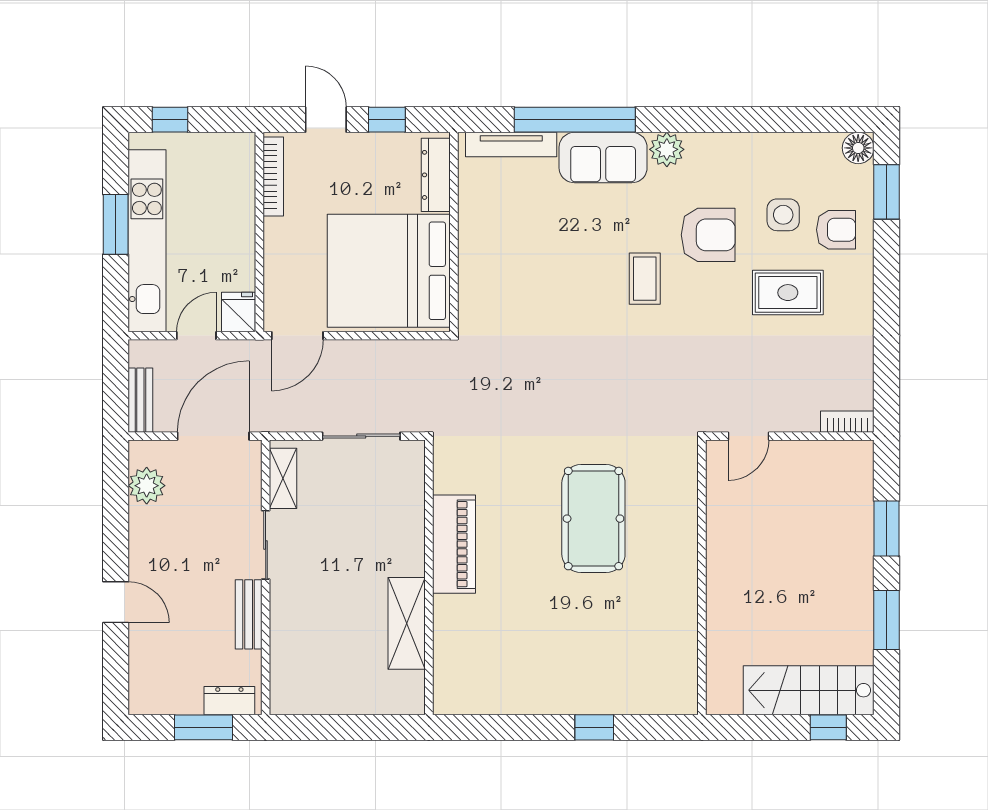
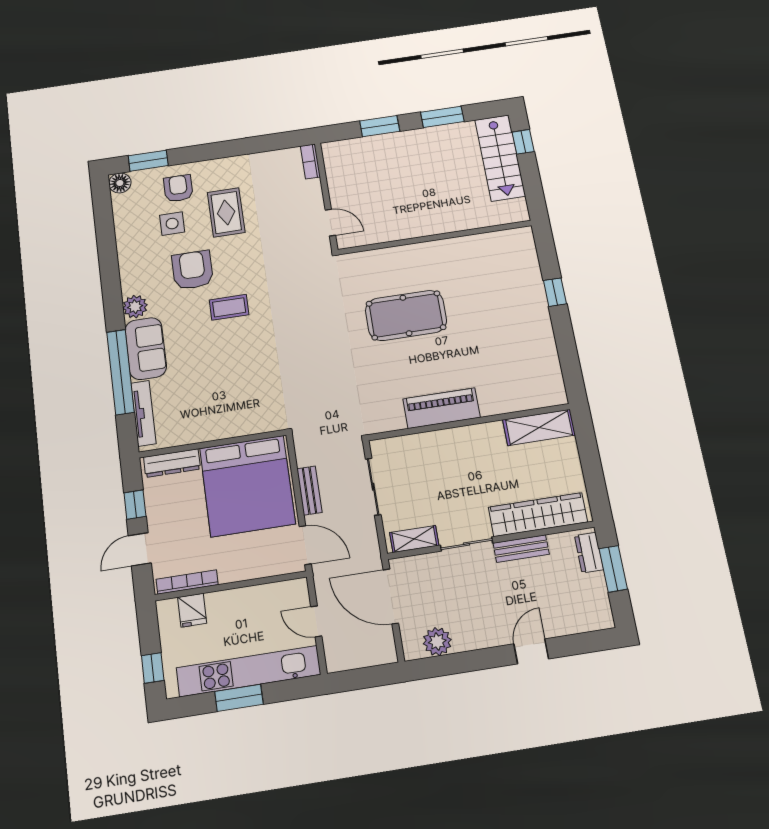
fridge: (238, 312) -> (192, 610), moved, turned -90
bench: (140, 400) -> (309, 490), moved, turned 90
shelving: (407, 623) -> (539, 427), moved
wardrobe: (290, 645) -> (538, 515), added

